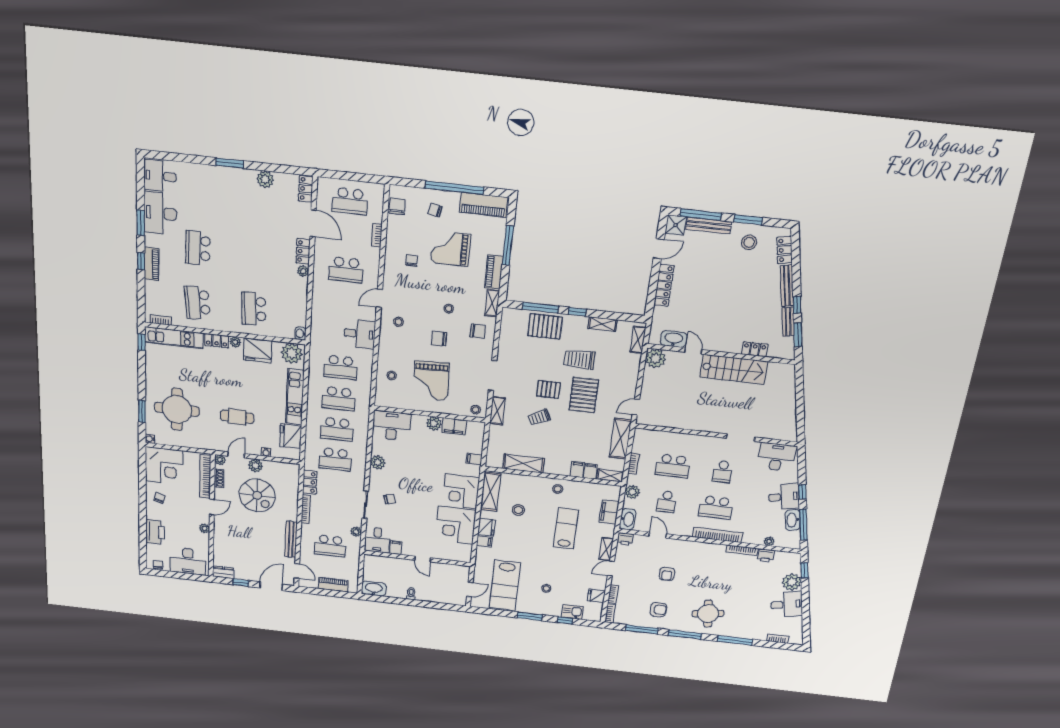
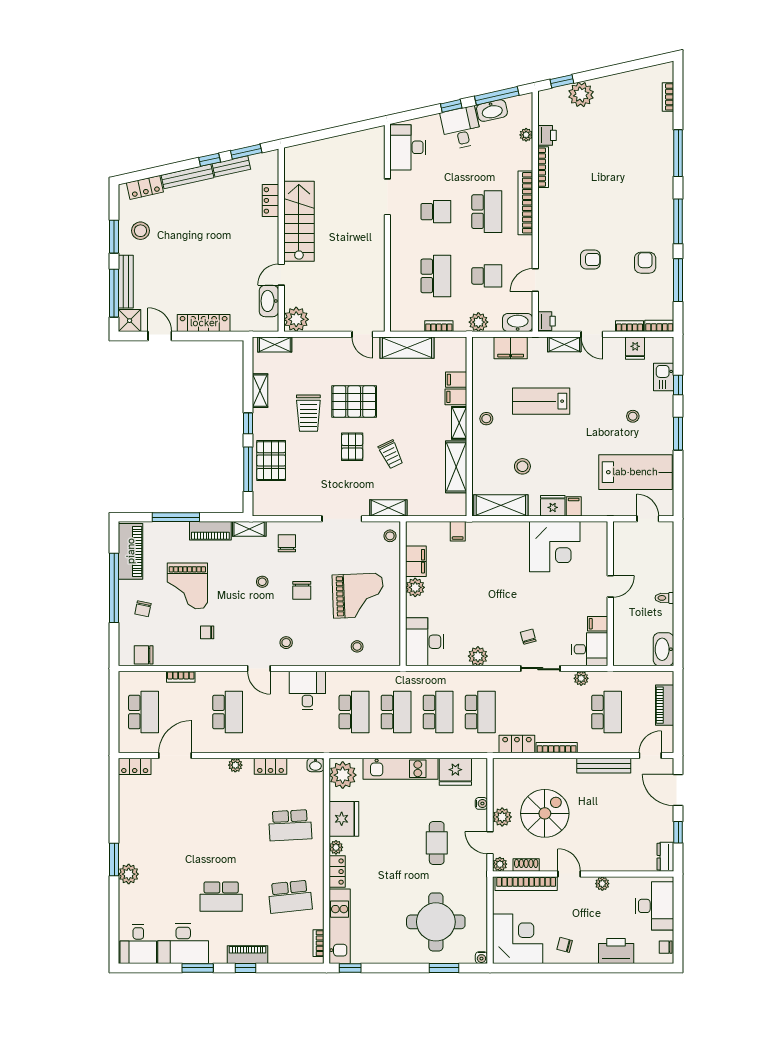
plant: (265, 179) -> (129, 874), moved
locker: (303, 251) -> (271, 766), moved
shelving: (610, 476) -> (459, 423), moved
corner desk: (461, 491) -> (505, 544), removed
desk: (787, 604) -> (615, 95), removed
round table: (708, 614) -> (642, 196), removed

